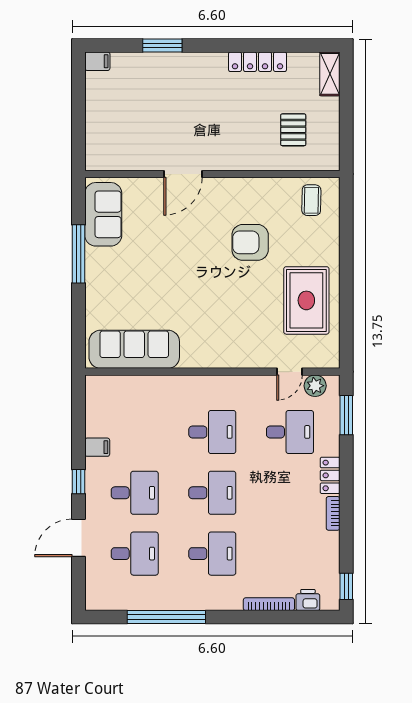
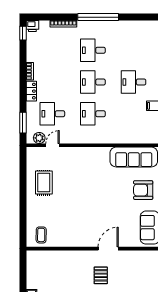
pallet: (293, 130) -> (101, 275), moved
armchair: (250, 242) -> (143, 190), moved, turned 180
rug: (306, 300) -> (44, 183), width x0.73, depth x0.70
desk: (135, 554) -> (133, 50), removed
printer: (308, 600) -> (32, 26), moved
window: (166, 617) -> (98, 17), moved

